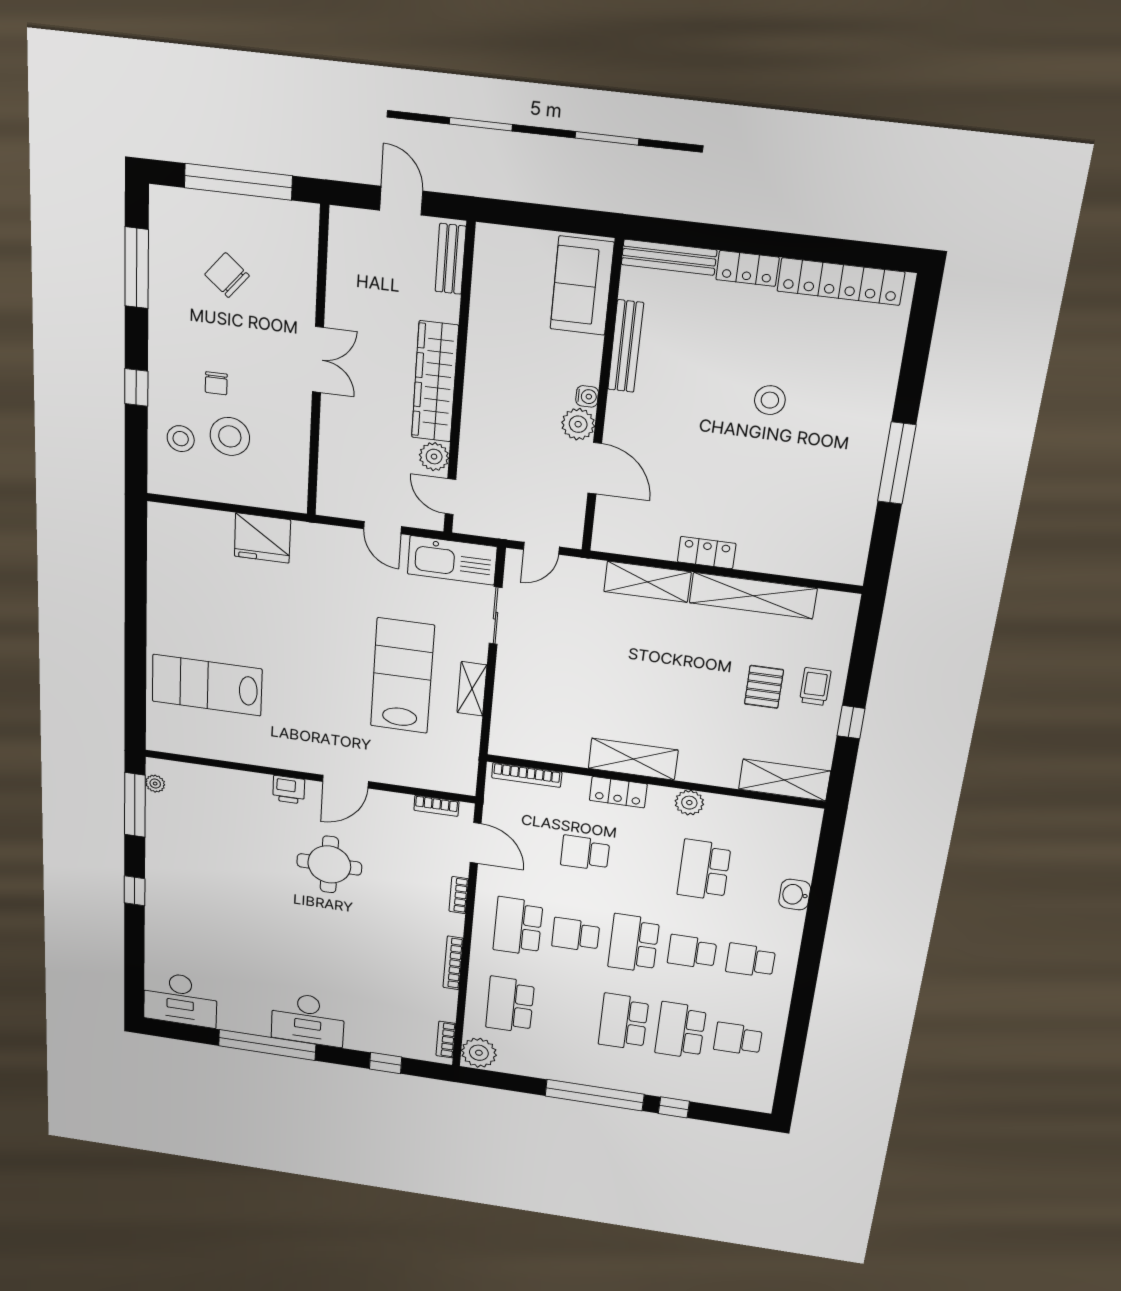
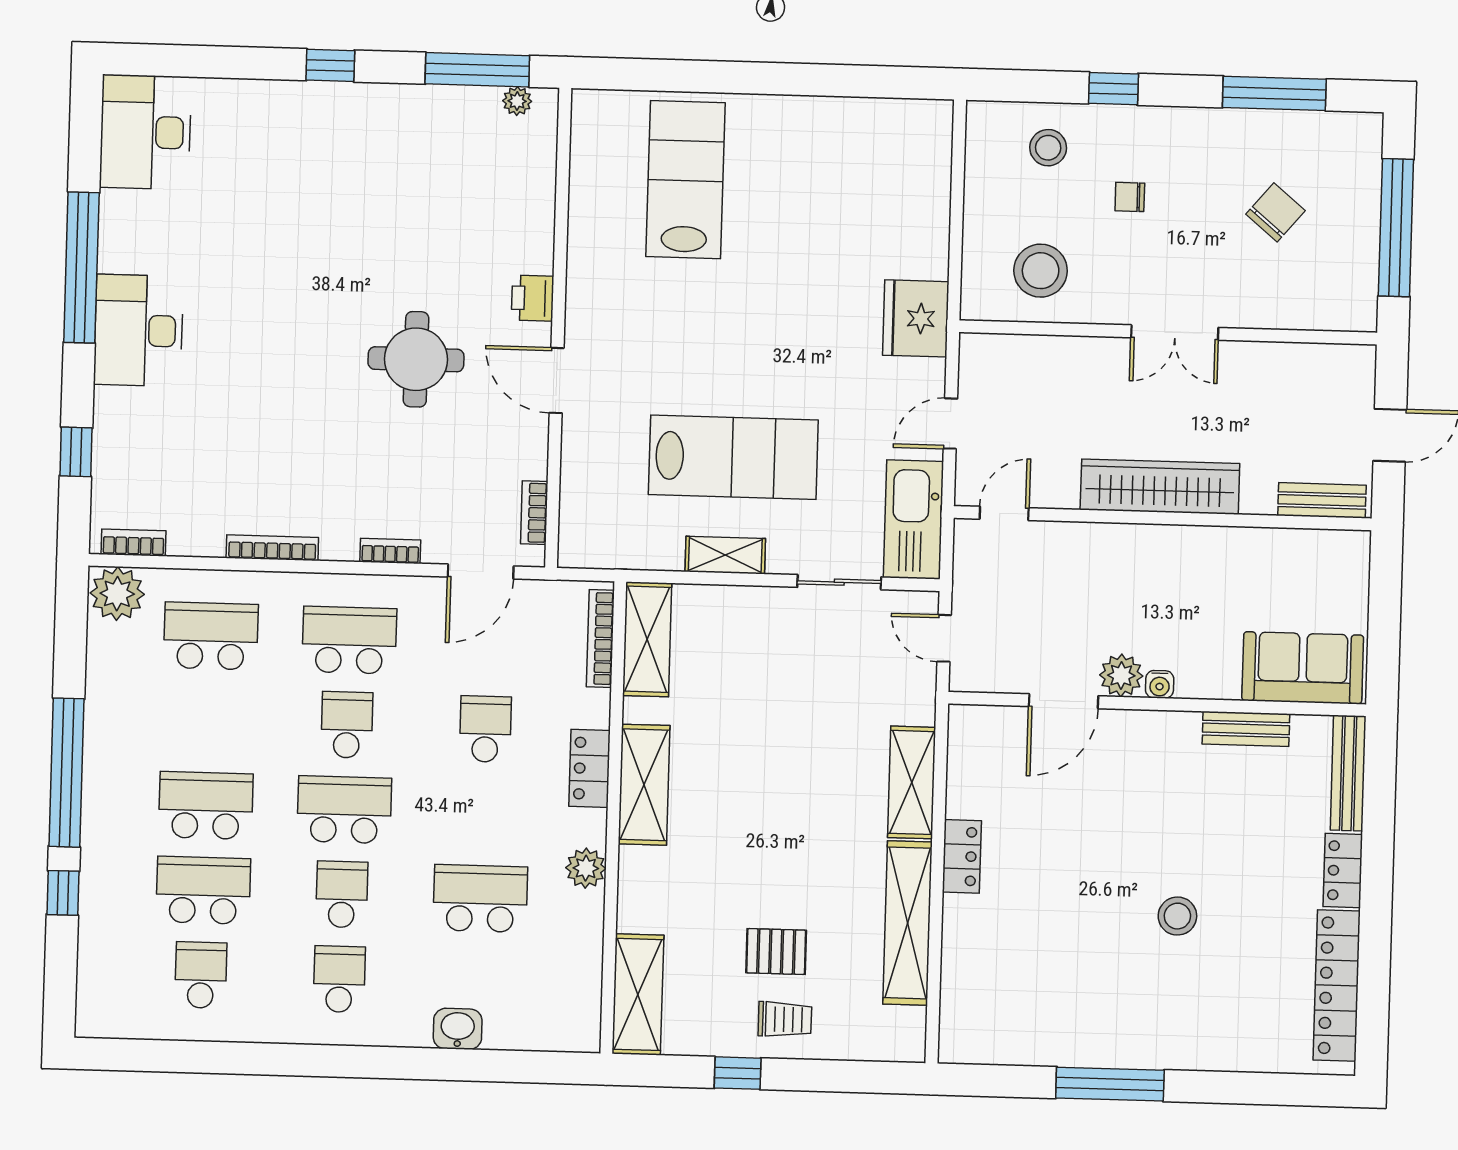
bench: (626, 346) -> (1246, 729), width x0.73
stool: (230, 436) -> (1041, 271), moved
plant: (434, 457) -> (1058, 489), removed
fridge: (262, 538) -> (916, 318), moved
shelving: (529, 745) -> (647, 639), added

